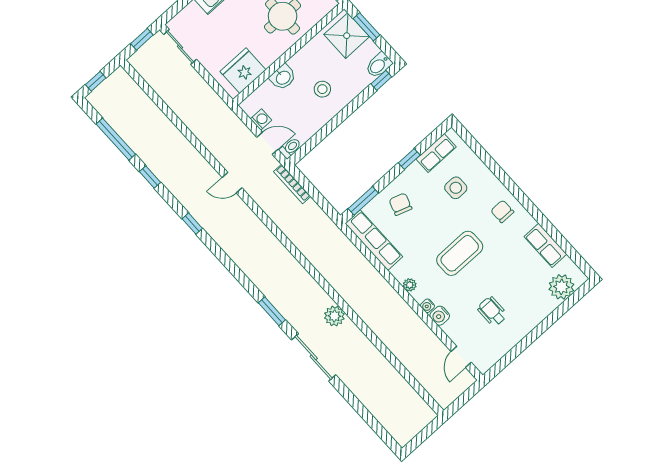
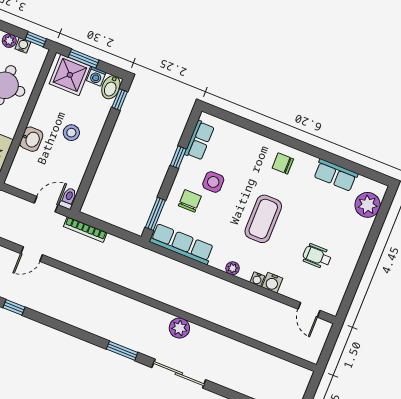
washing machine: (261, 120) -> (96, 76), moved, turned 180
side table: (456, 188) -> (213, 182), moved
chair: (400, 204) -> (190, 201), turned 71

